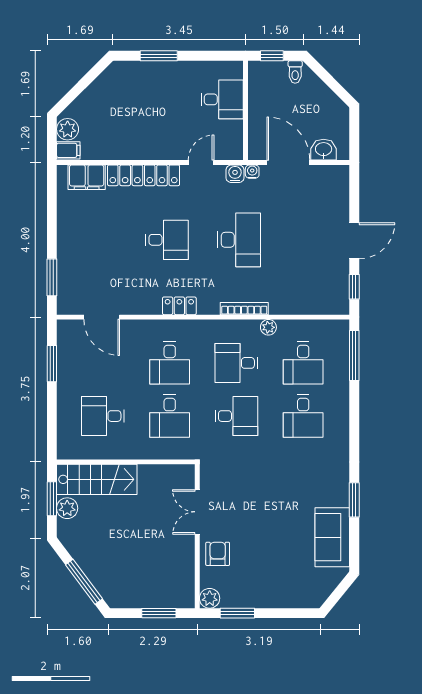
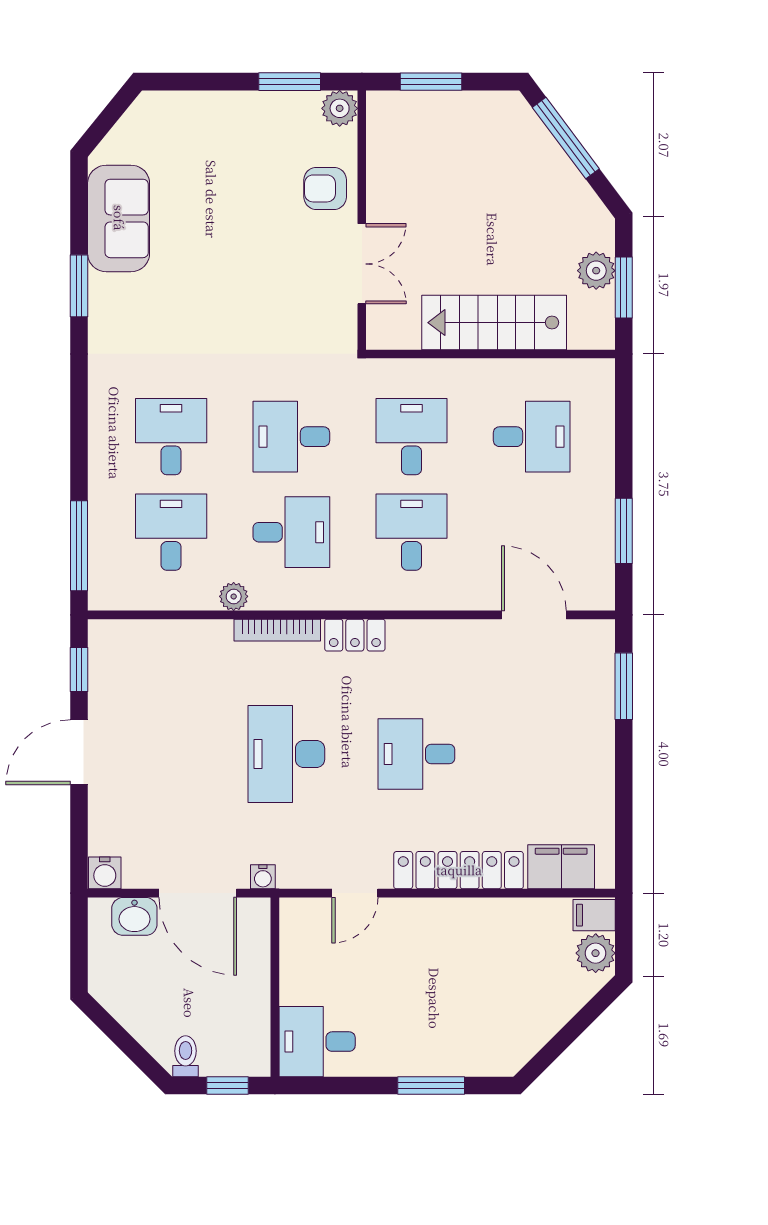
desk: (222, 99) -> (317, 1042), moved
water cooler: (235, 174) -> (105, 873), moved
locker: (179, 306) -> (355, 635), moved
stairs: (97, 479) -> (494, 323), moved
armchair: (218, 554) -> (325, 188), turned 90

